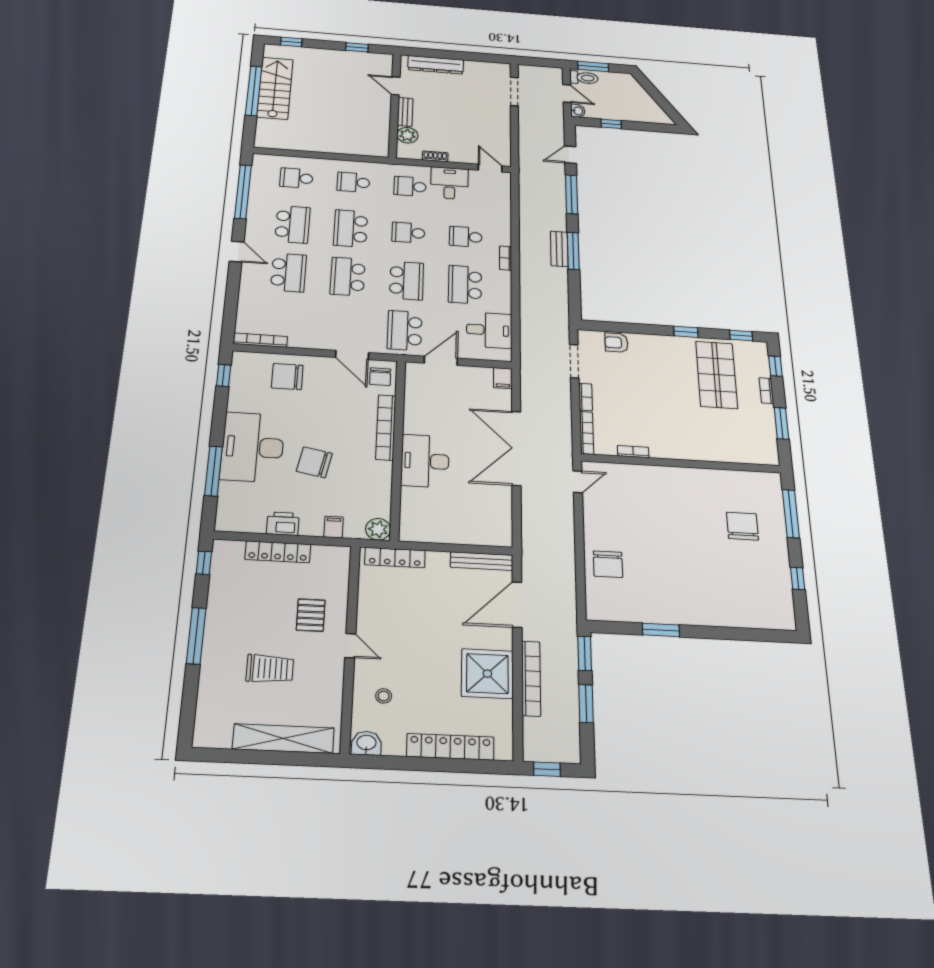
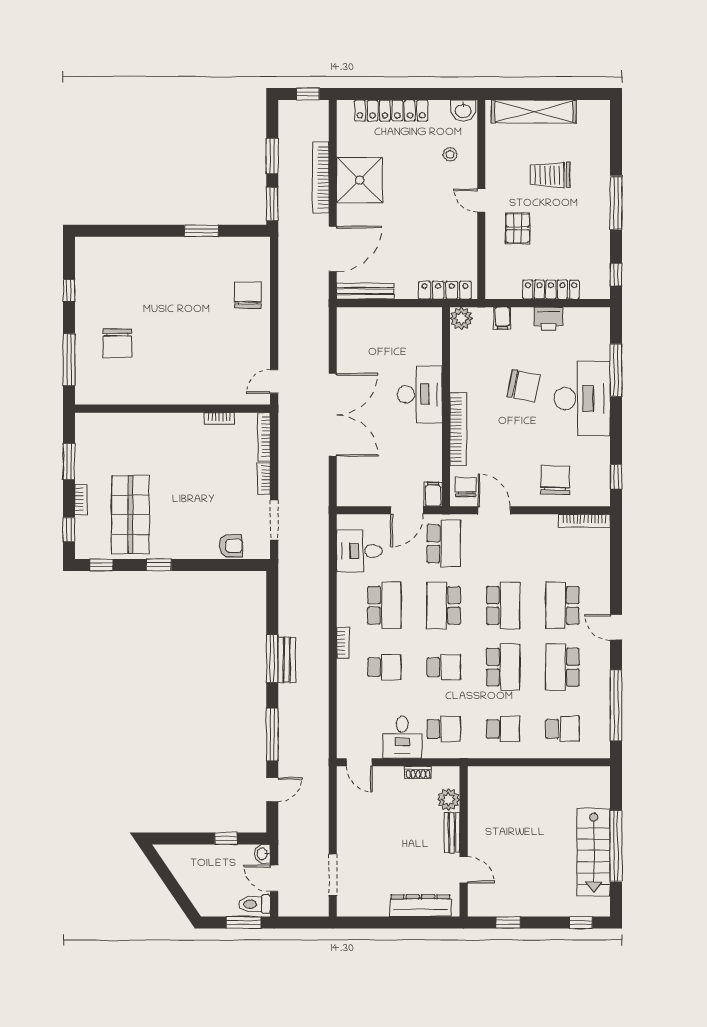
chair: (287, 377) -> (555, 480), turned -89
filing cabinet: (503, 378) -> (433, 494), moved

